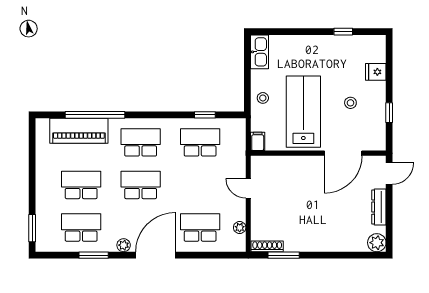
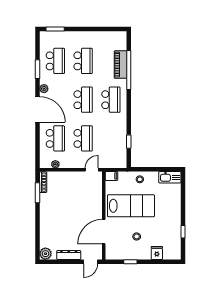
piano: (79, 131) -> (120, 65), width x0.73, depth x0.75
school desk: (200, 142) -> (83, 138), moved
door: (343, 153) -> (104, 232), hinge flipped
door: (389, 174) -> (91, 262), hinge flipped
door: (248, 188) -> (92, 170), moved

